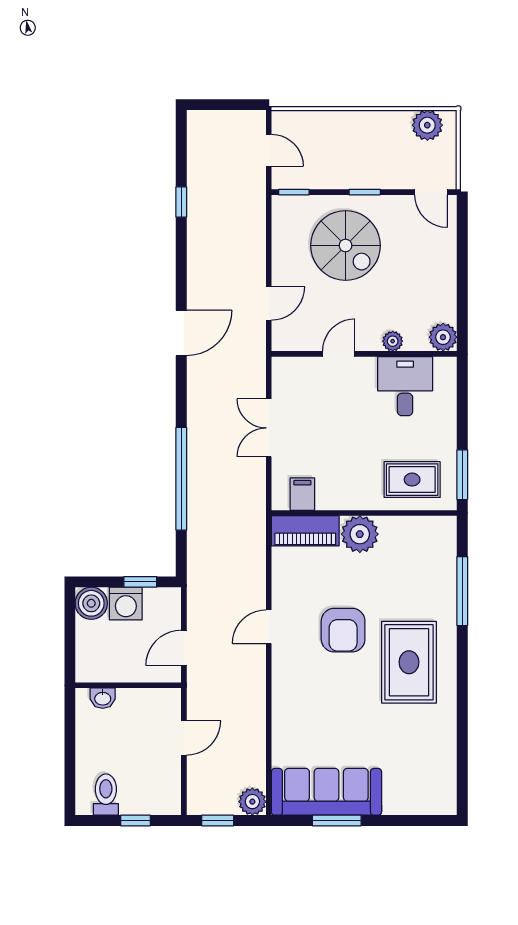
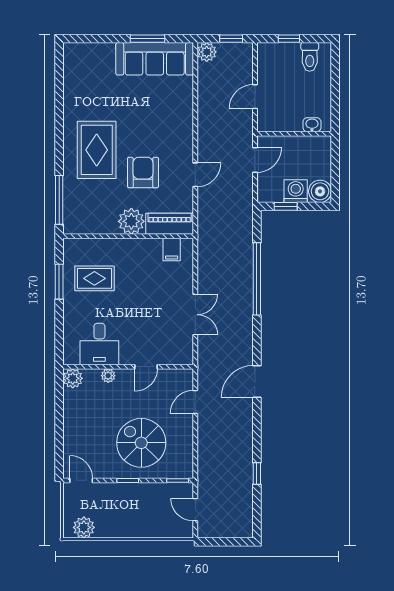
filing cabinet: (302, 494) -> (172, 249), moved
wall: (364, 513) -> (128, 236), moved
piano: (305, 531) -> (170, 224), moved
plant: (360, 534) -> (131, 221), moved

